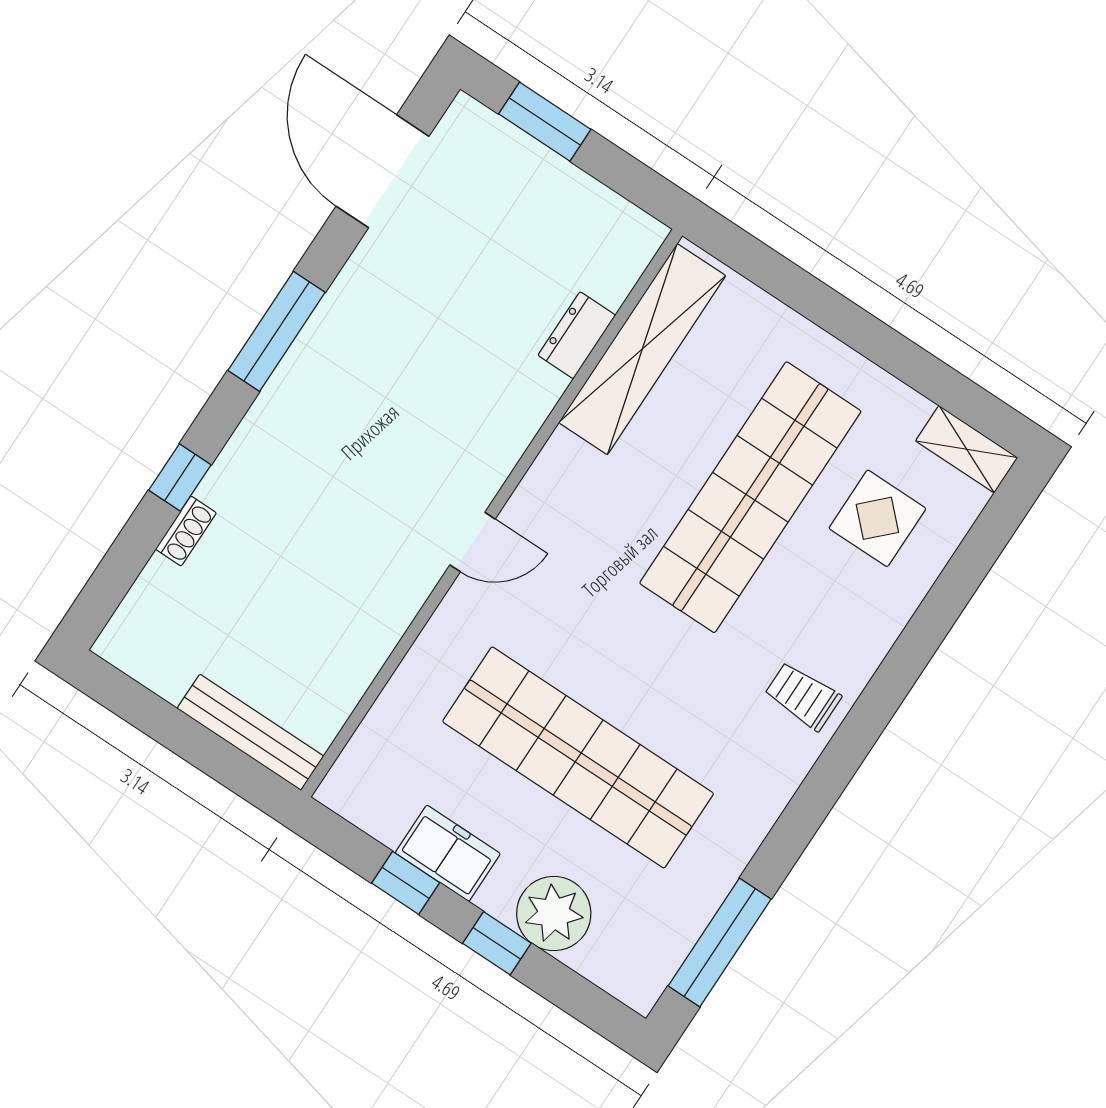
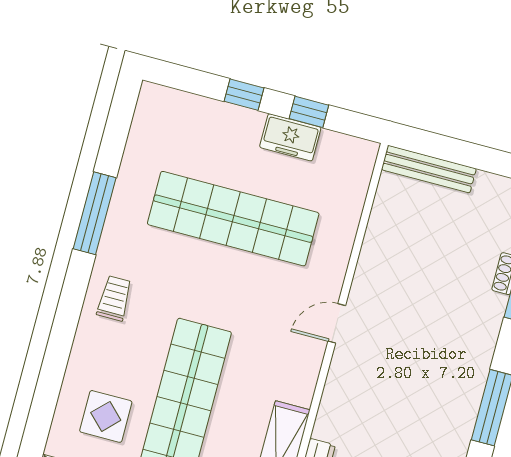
trolley: (803, 696) -> (114, 298), turned -90
plant: (554, 914) -> (217, 123), removed
window: (720, 943) -> (95, 213), moved

